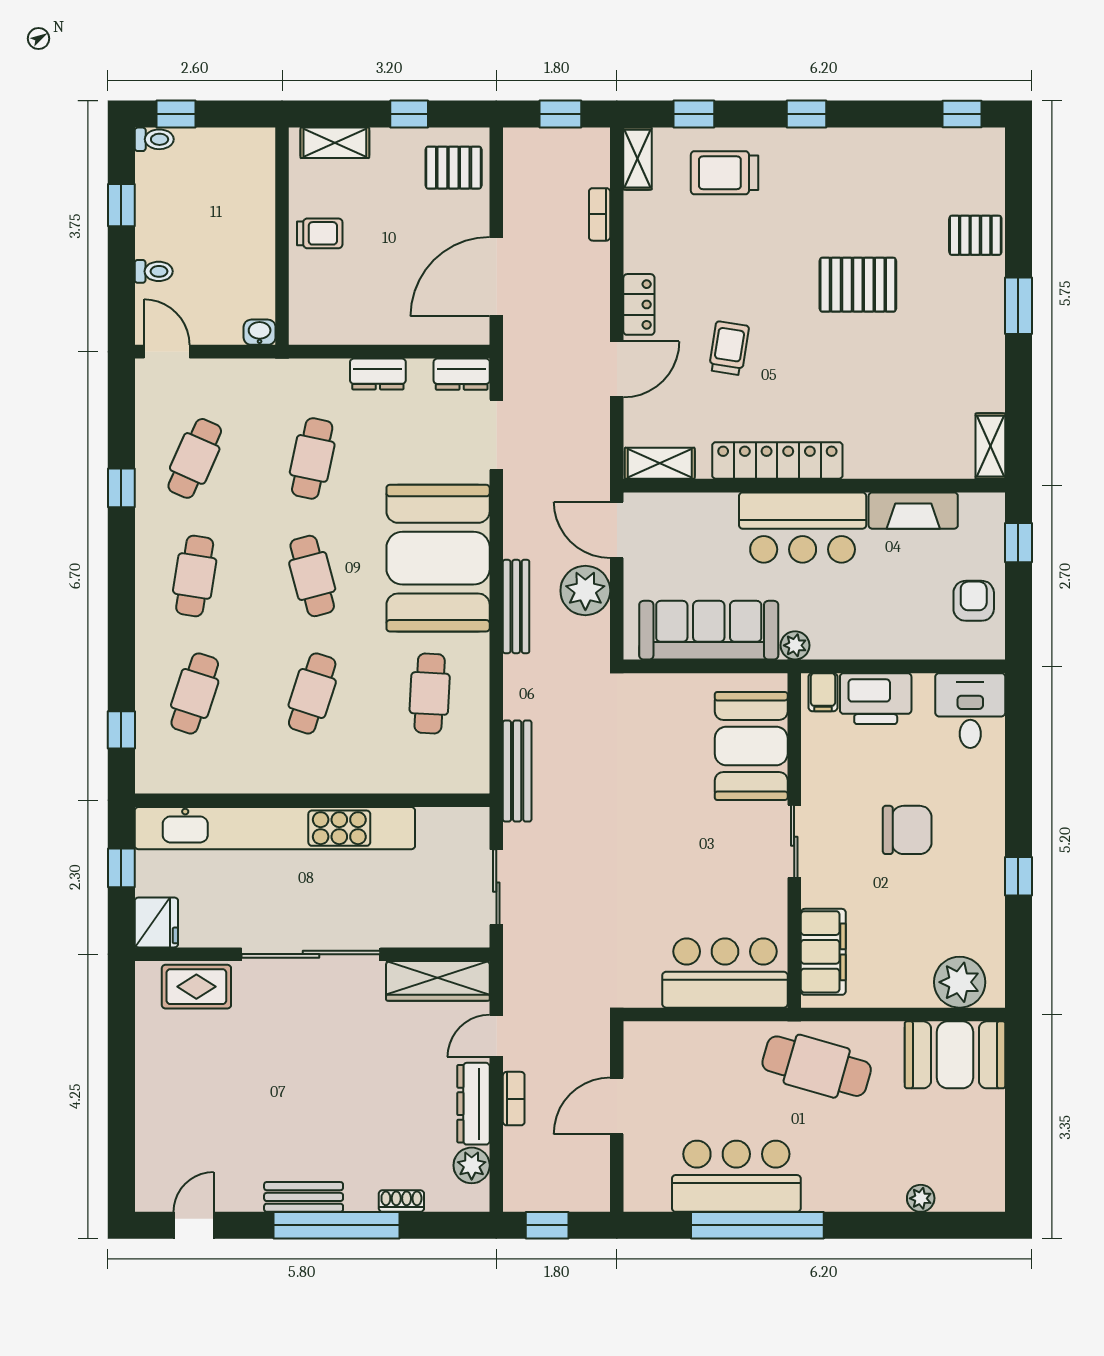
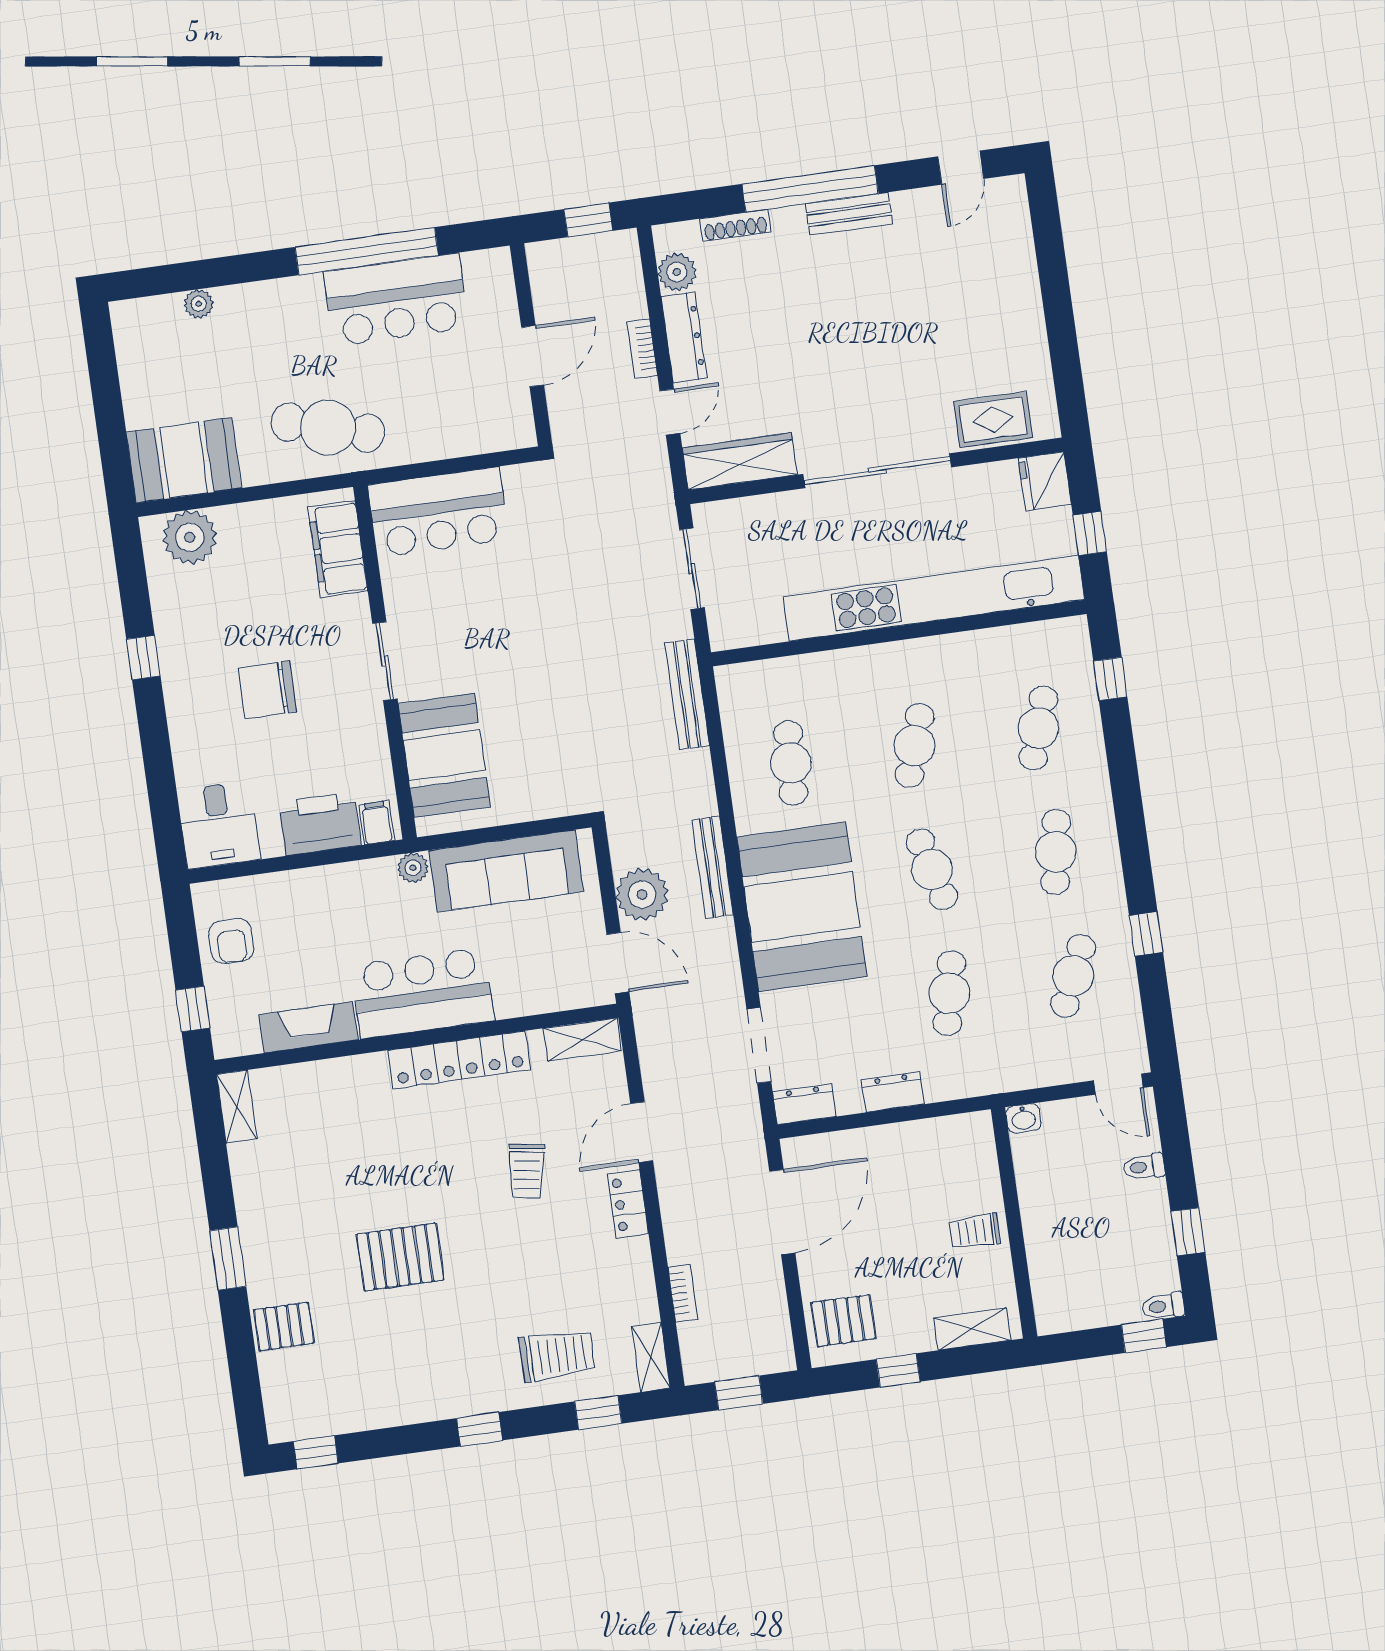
shoe rack: (401, 1201) -> (735, 225), width x1.43

